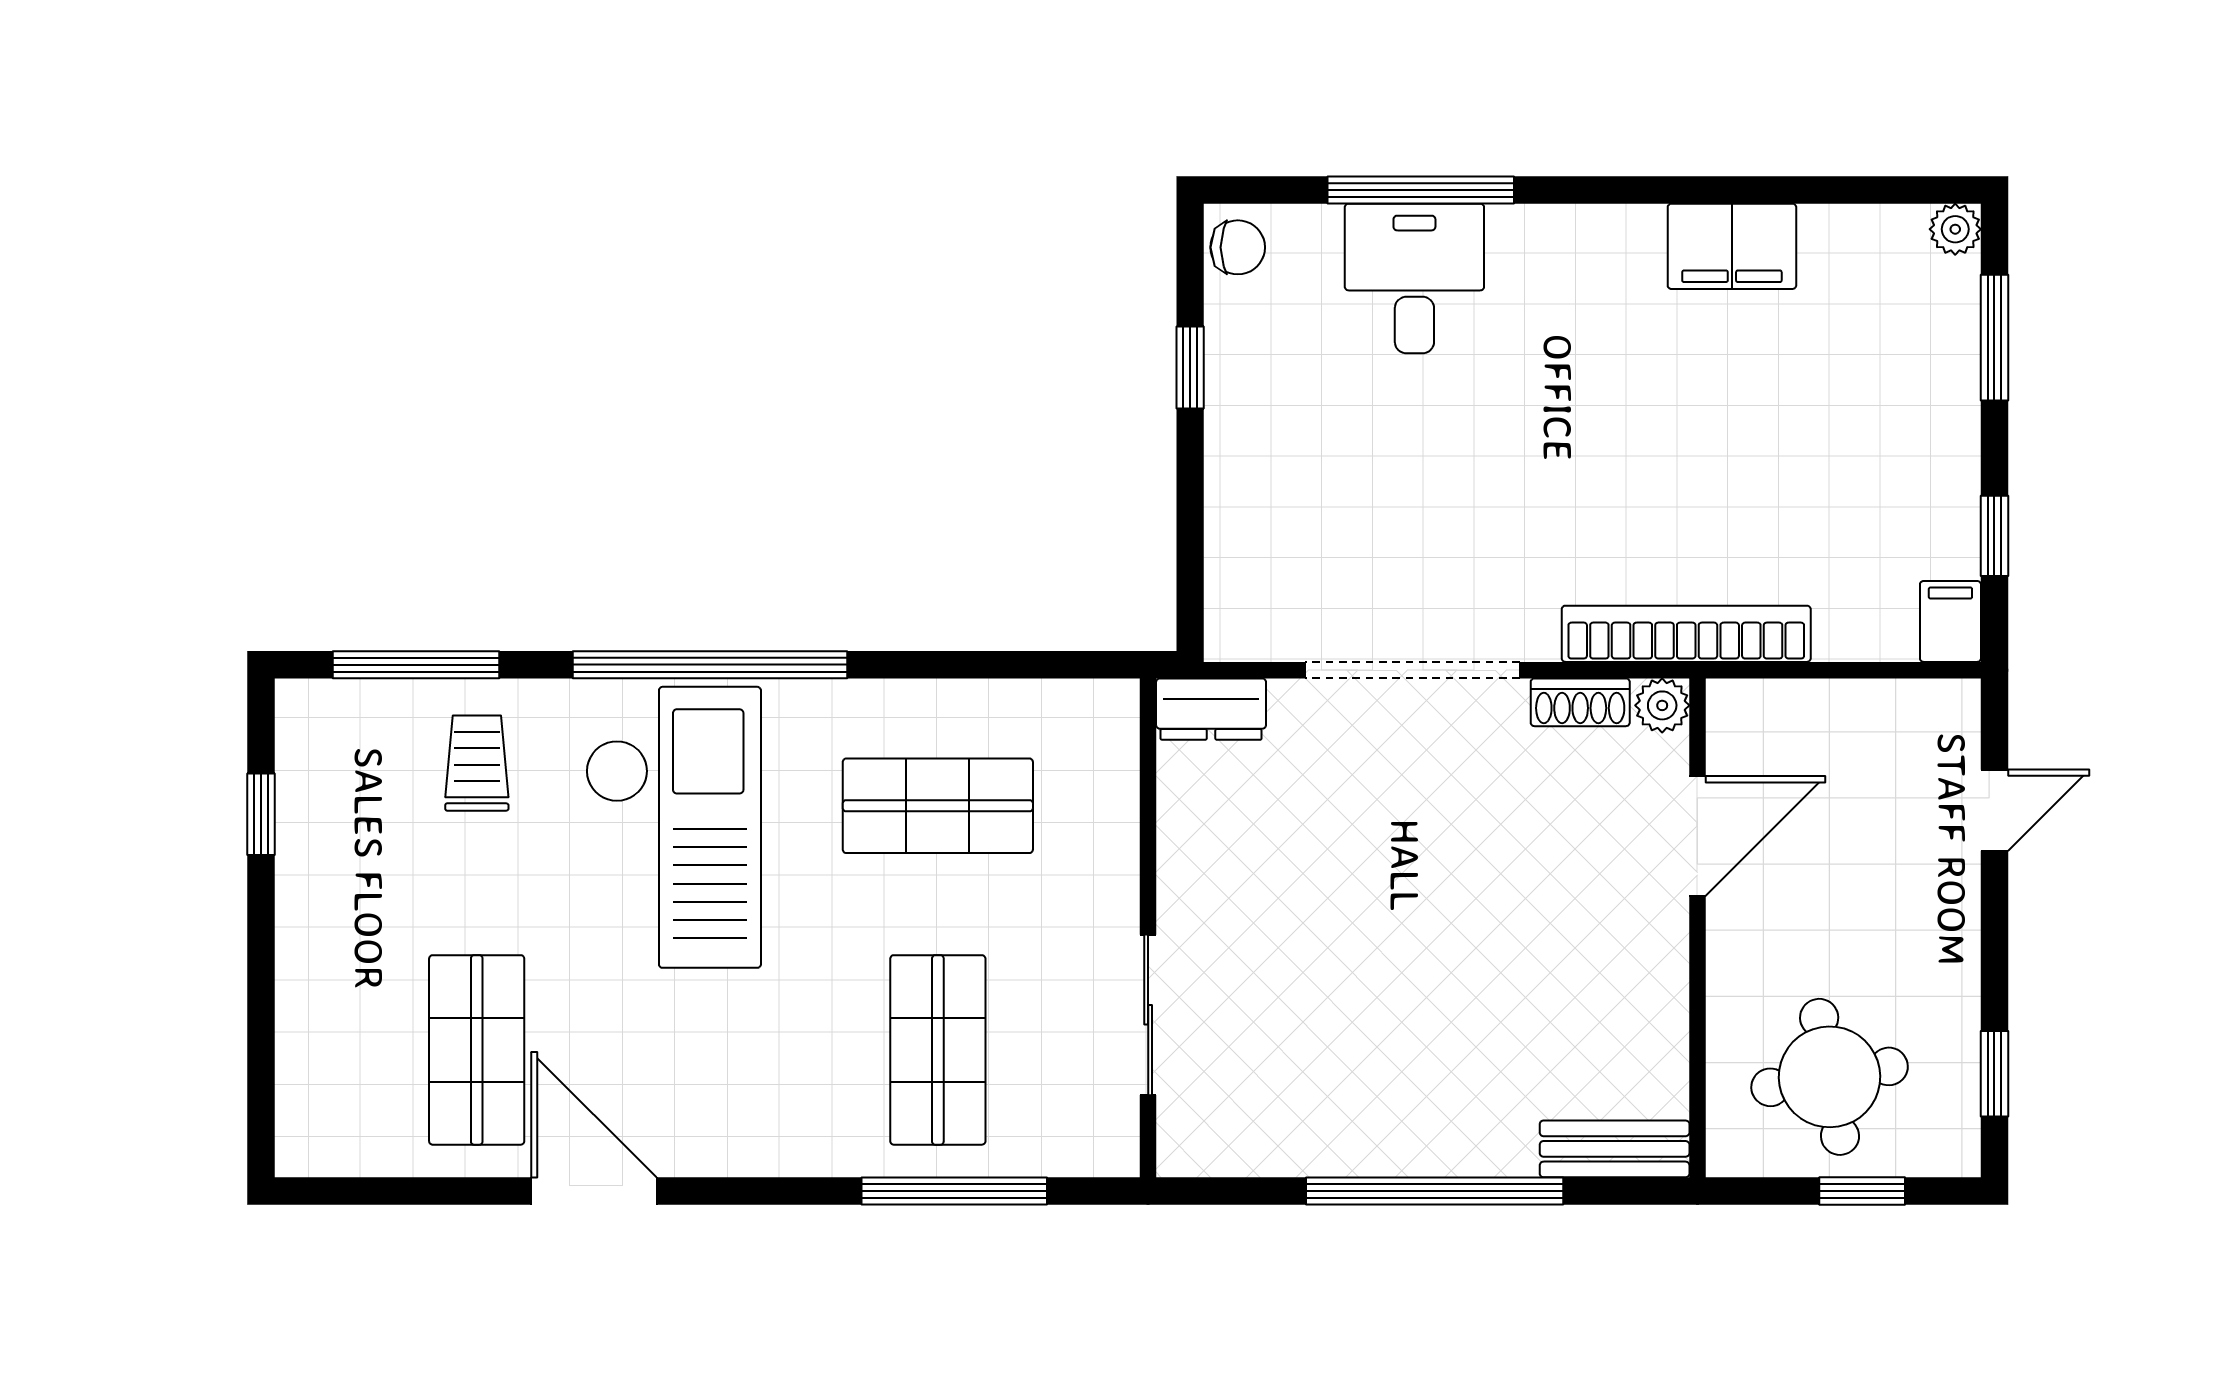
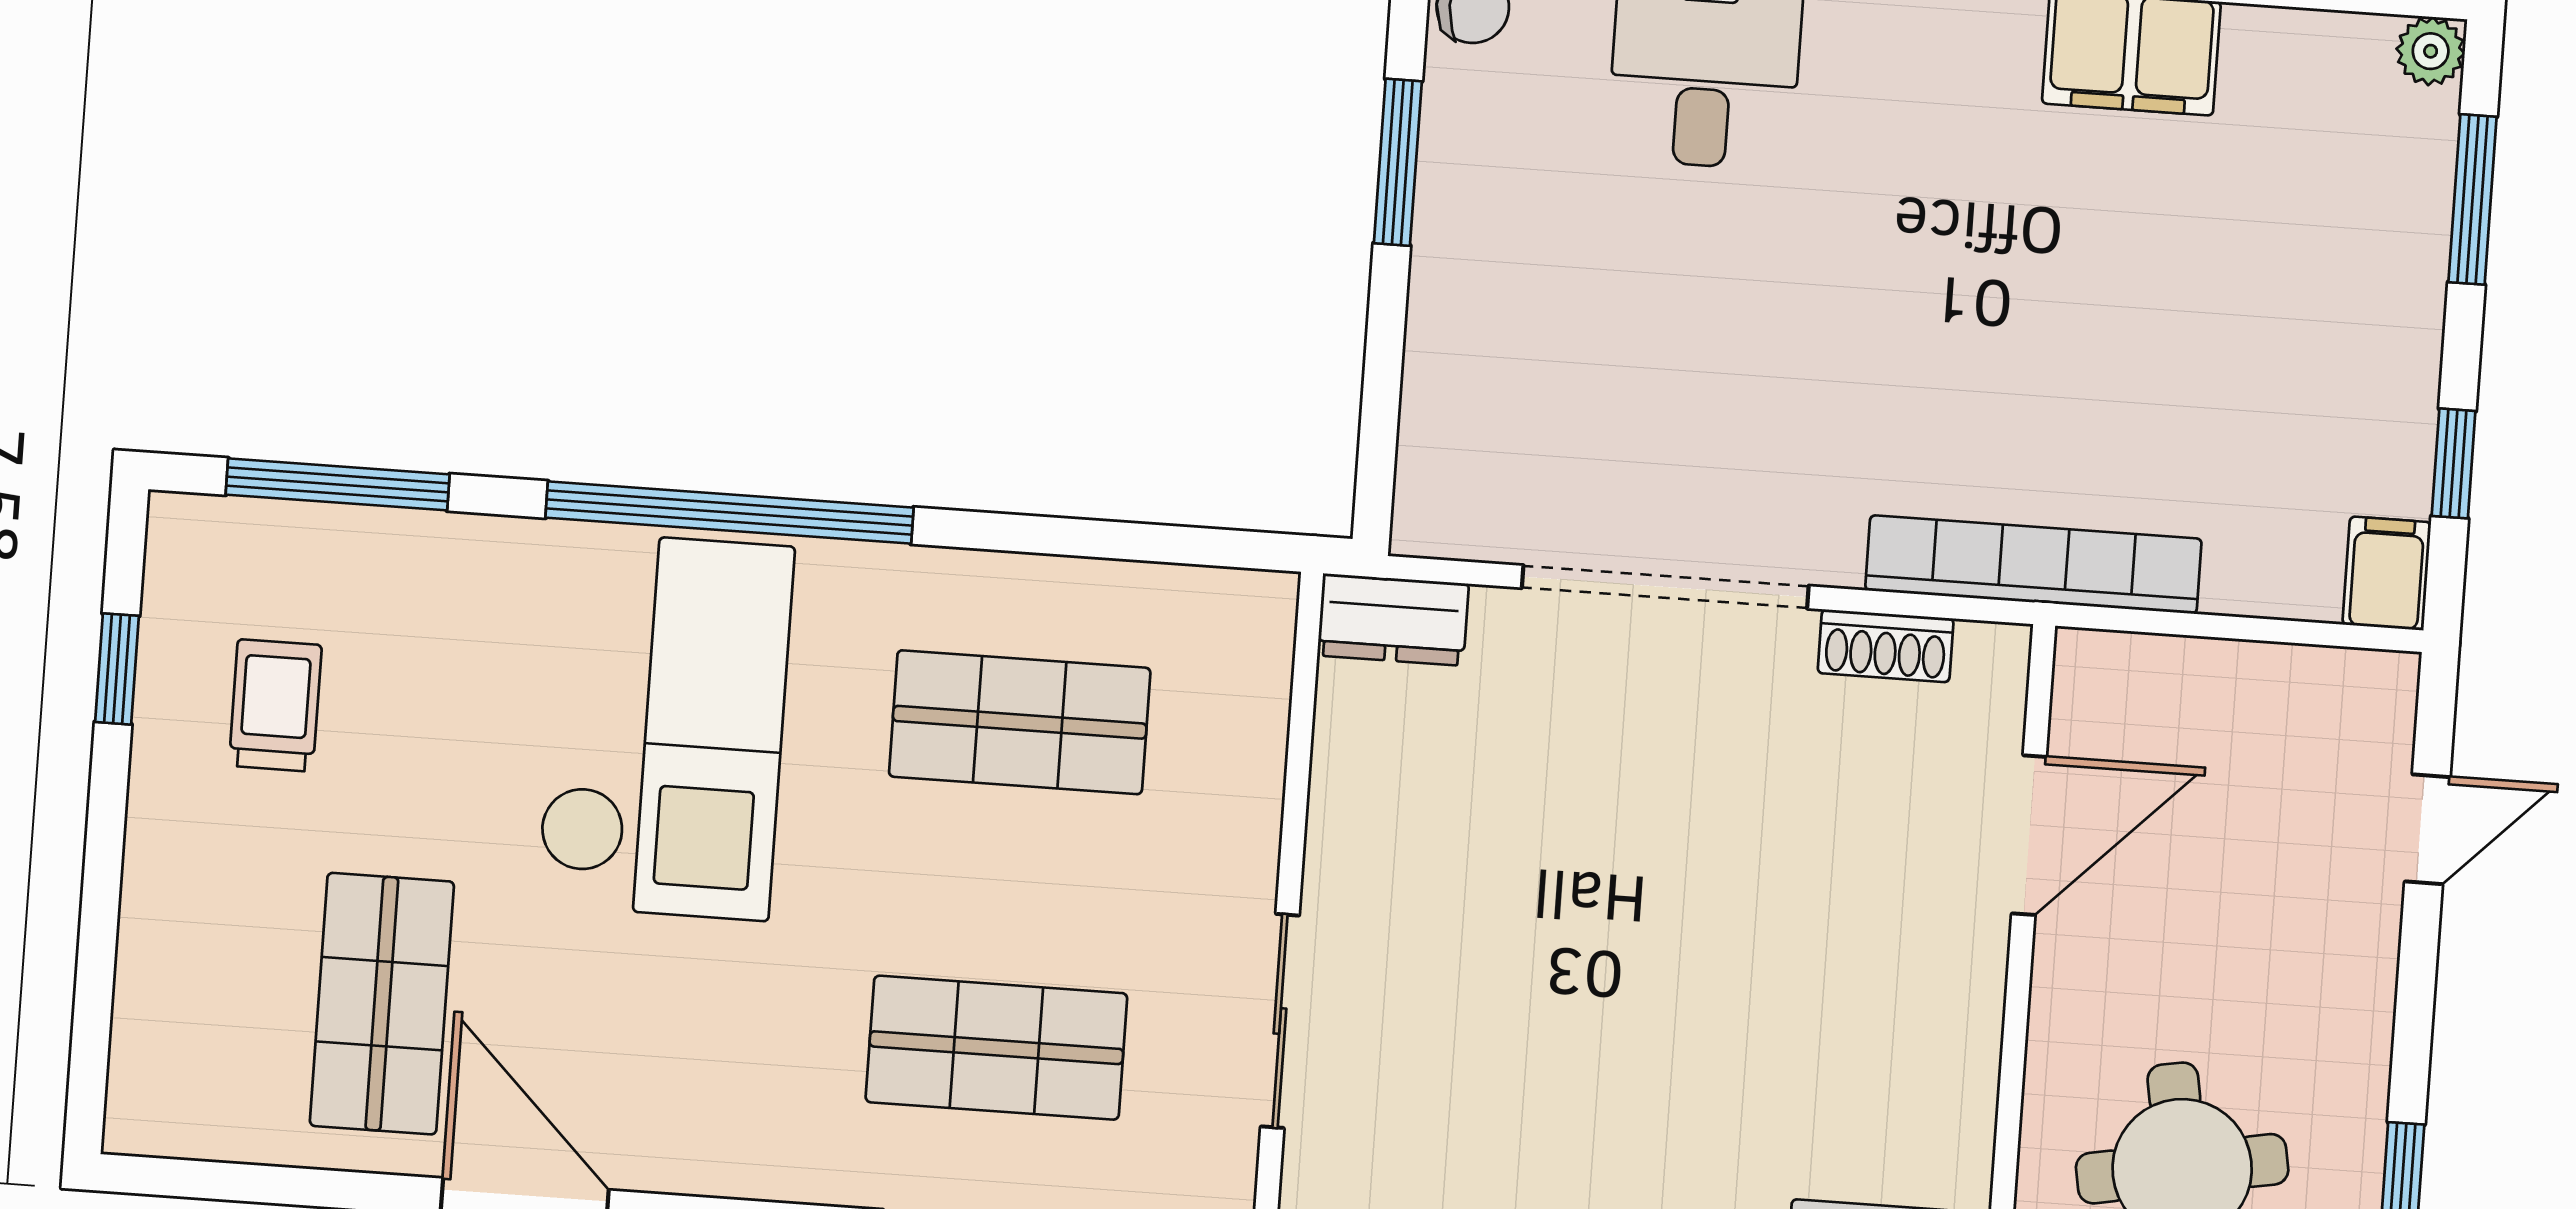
window: (1190, 367) -> (1398, 162), width x1.50
plant: (1662, 705) -> (1995, 658), removed
trolley: (477, 763) -> (275, 705), moved
shop shelf: (938, 1050) -> (996, 1048), turned 90

